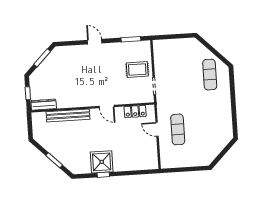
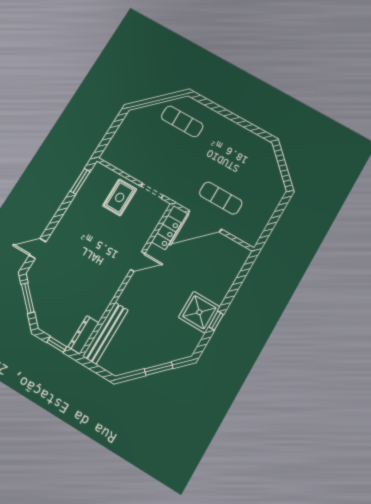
door: (95, 42) -> (38, 248), moved
bench: (68, 116) -> (105, 333), moved
door: (157, 129) -> (204, 221), width x1.88

